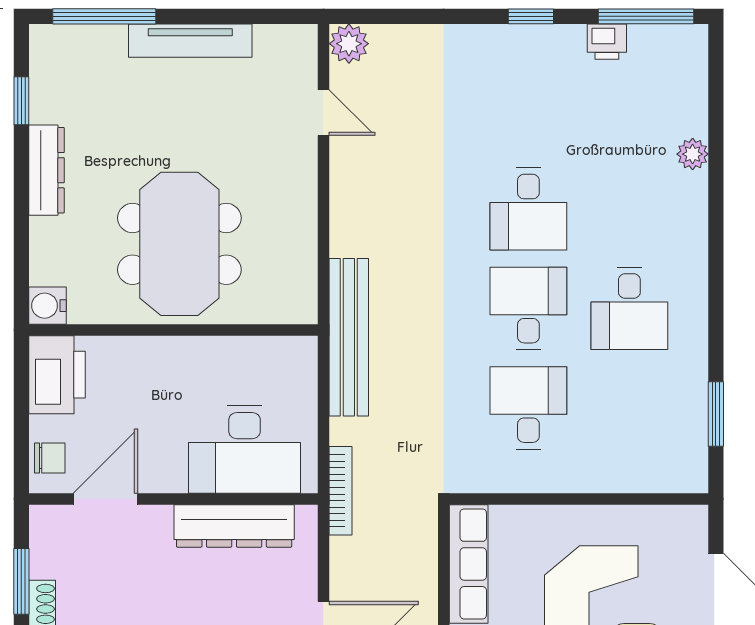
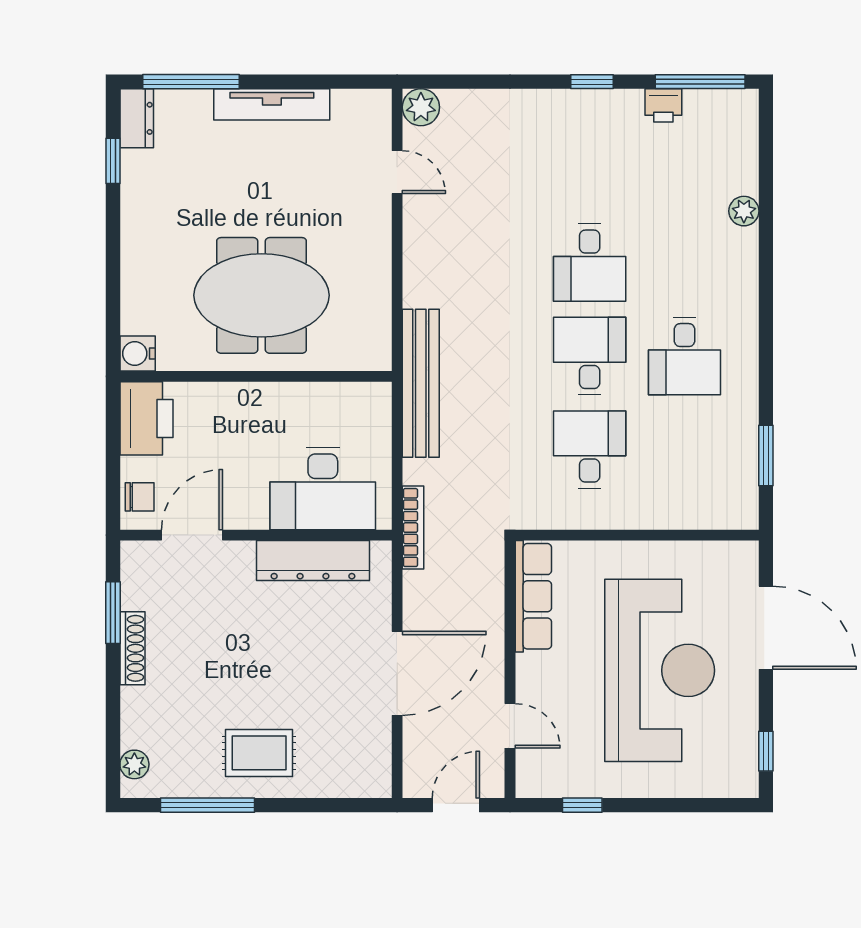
dresser: (47, 170) -> (137, 118), moved, width x0.70
meeting table: (179, 244) -> (262, 295), turned 90

